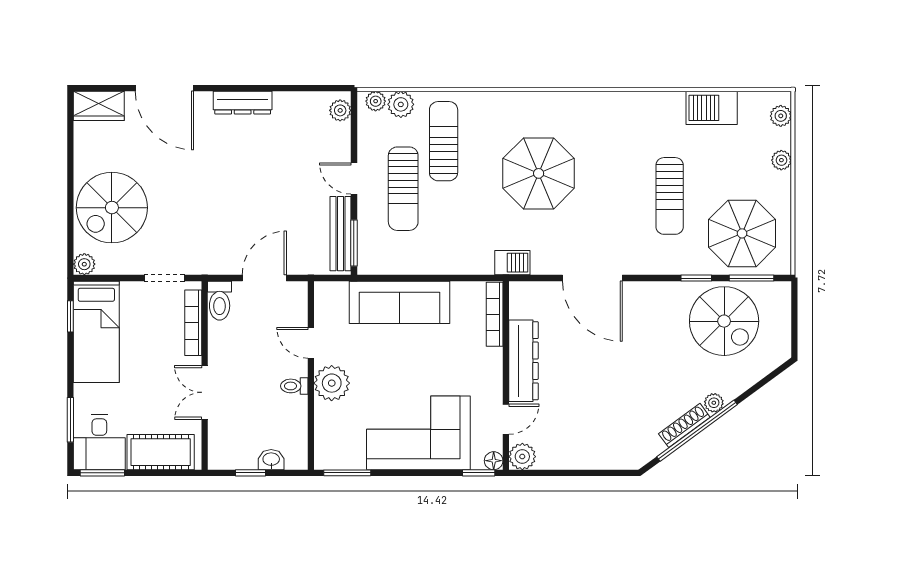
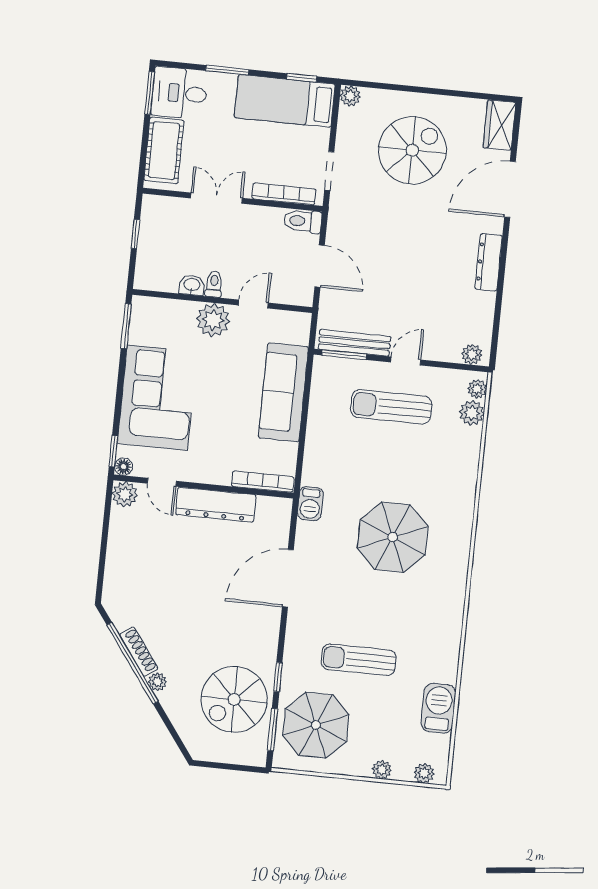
sun lounger: (444, 141) -> (433, 450), removed
spiral stairs: (112, 208) -> (412, 150), moved, turned 90
window: (70, 420) -> (227, 70), moved
washbasin: (271, 460) -> (192, 285), moved, turned -90

